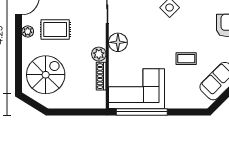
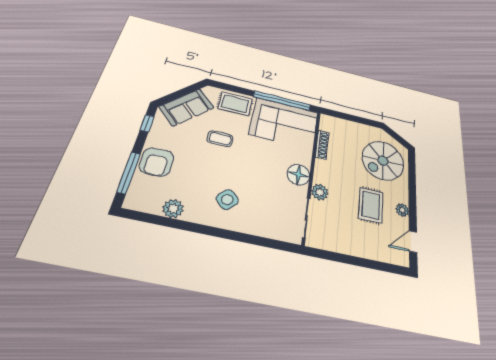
rug: (55, 30) -> (371, 205), turned 90
plant: (99, 54) -> (320, 192), moved
rug: (181, 96) -> (235, 104), added

